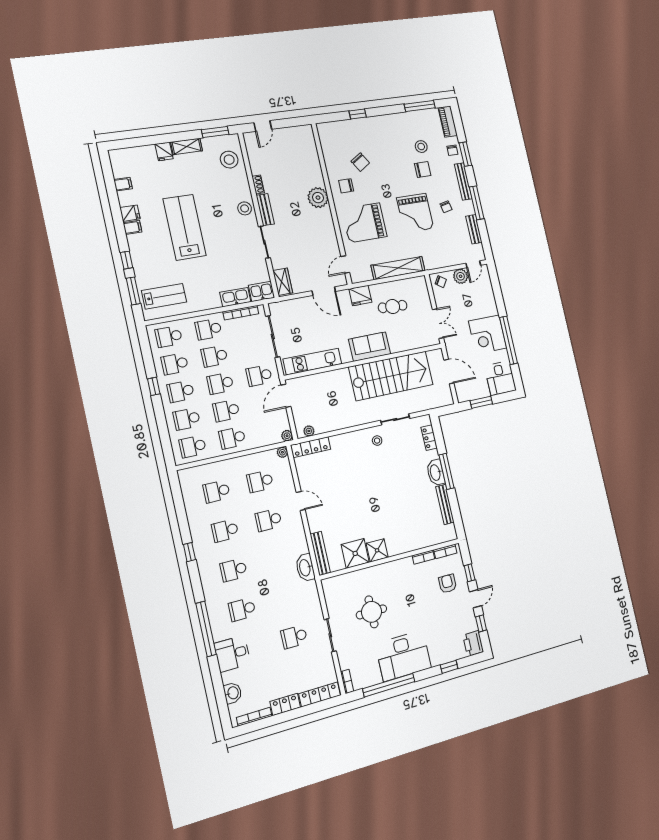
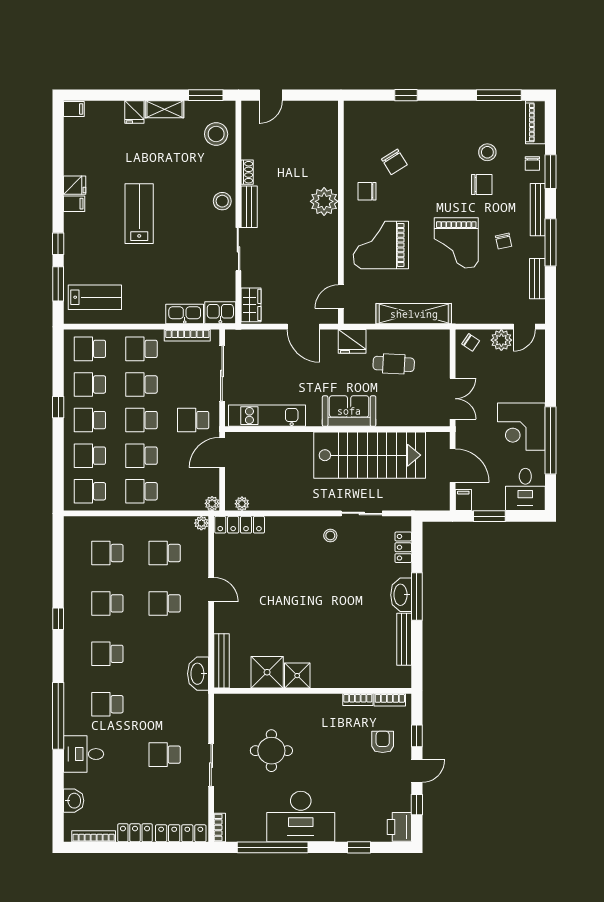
filing cabinet: (123, 184) -> (74, 109), moved
lab bench: (184, 227) -> (139, 214), width x0.73, depth x0.72
filing cabinet: (462, 395) -> (463, 500), added

